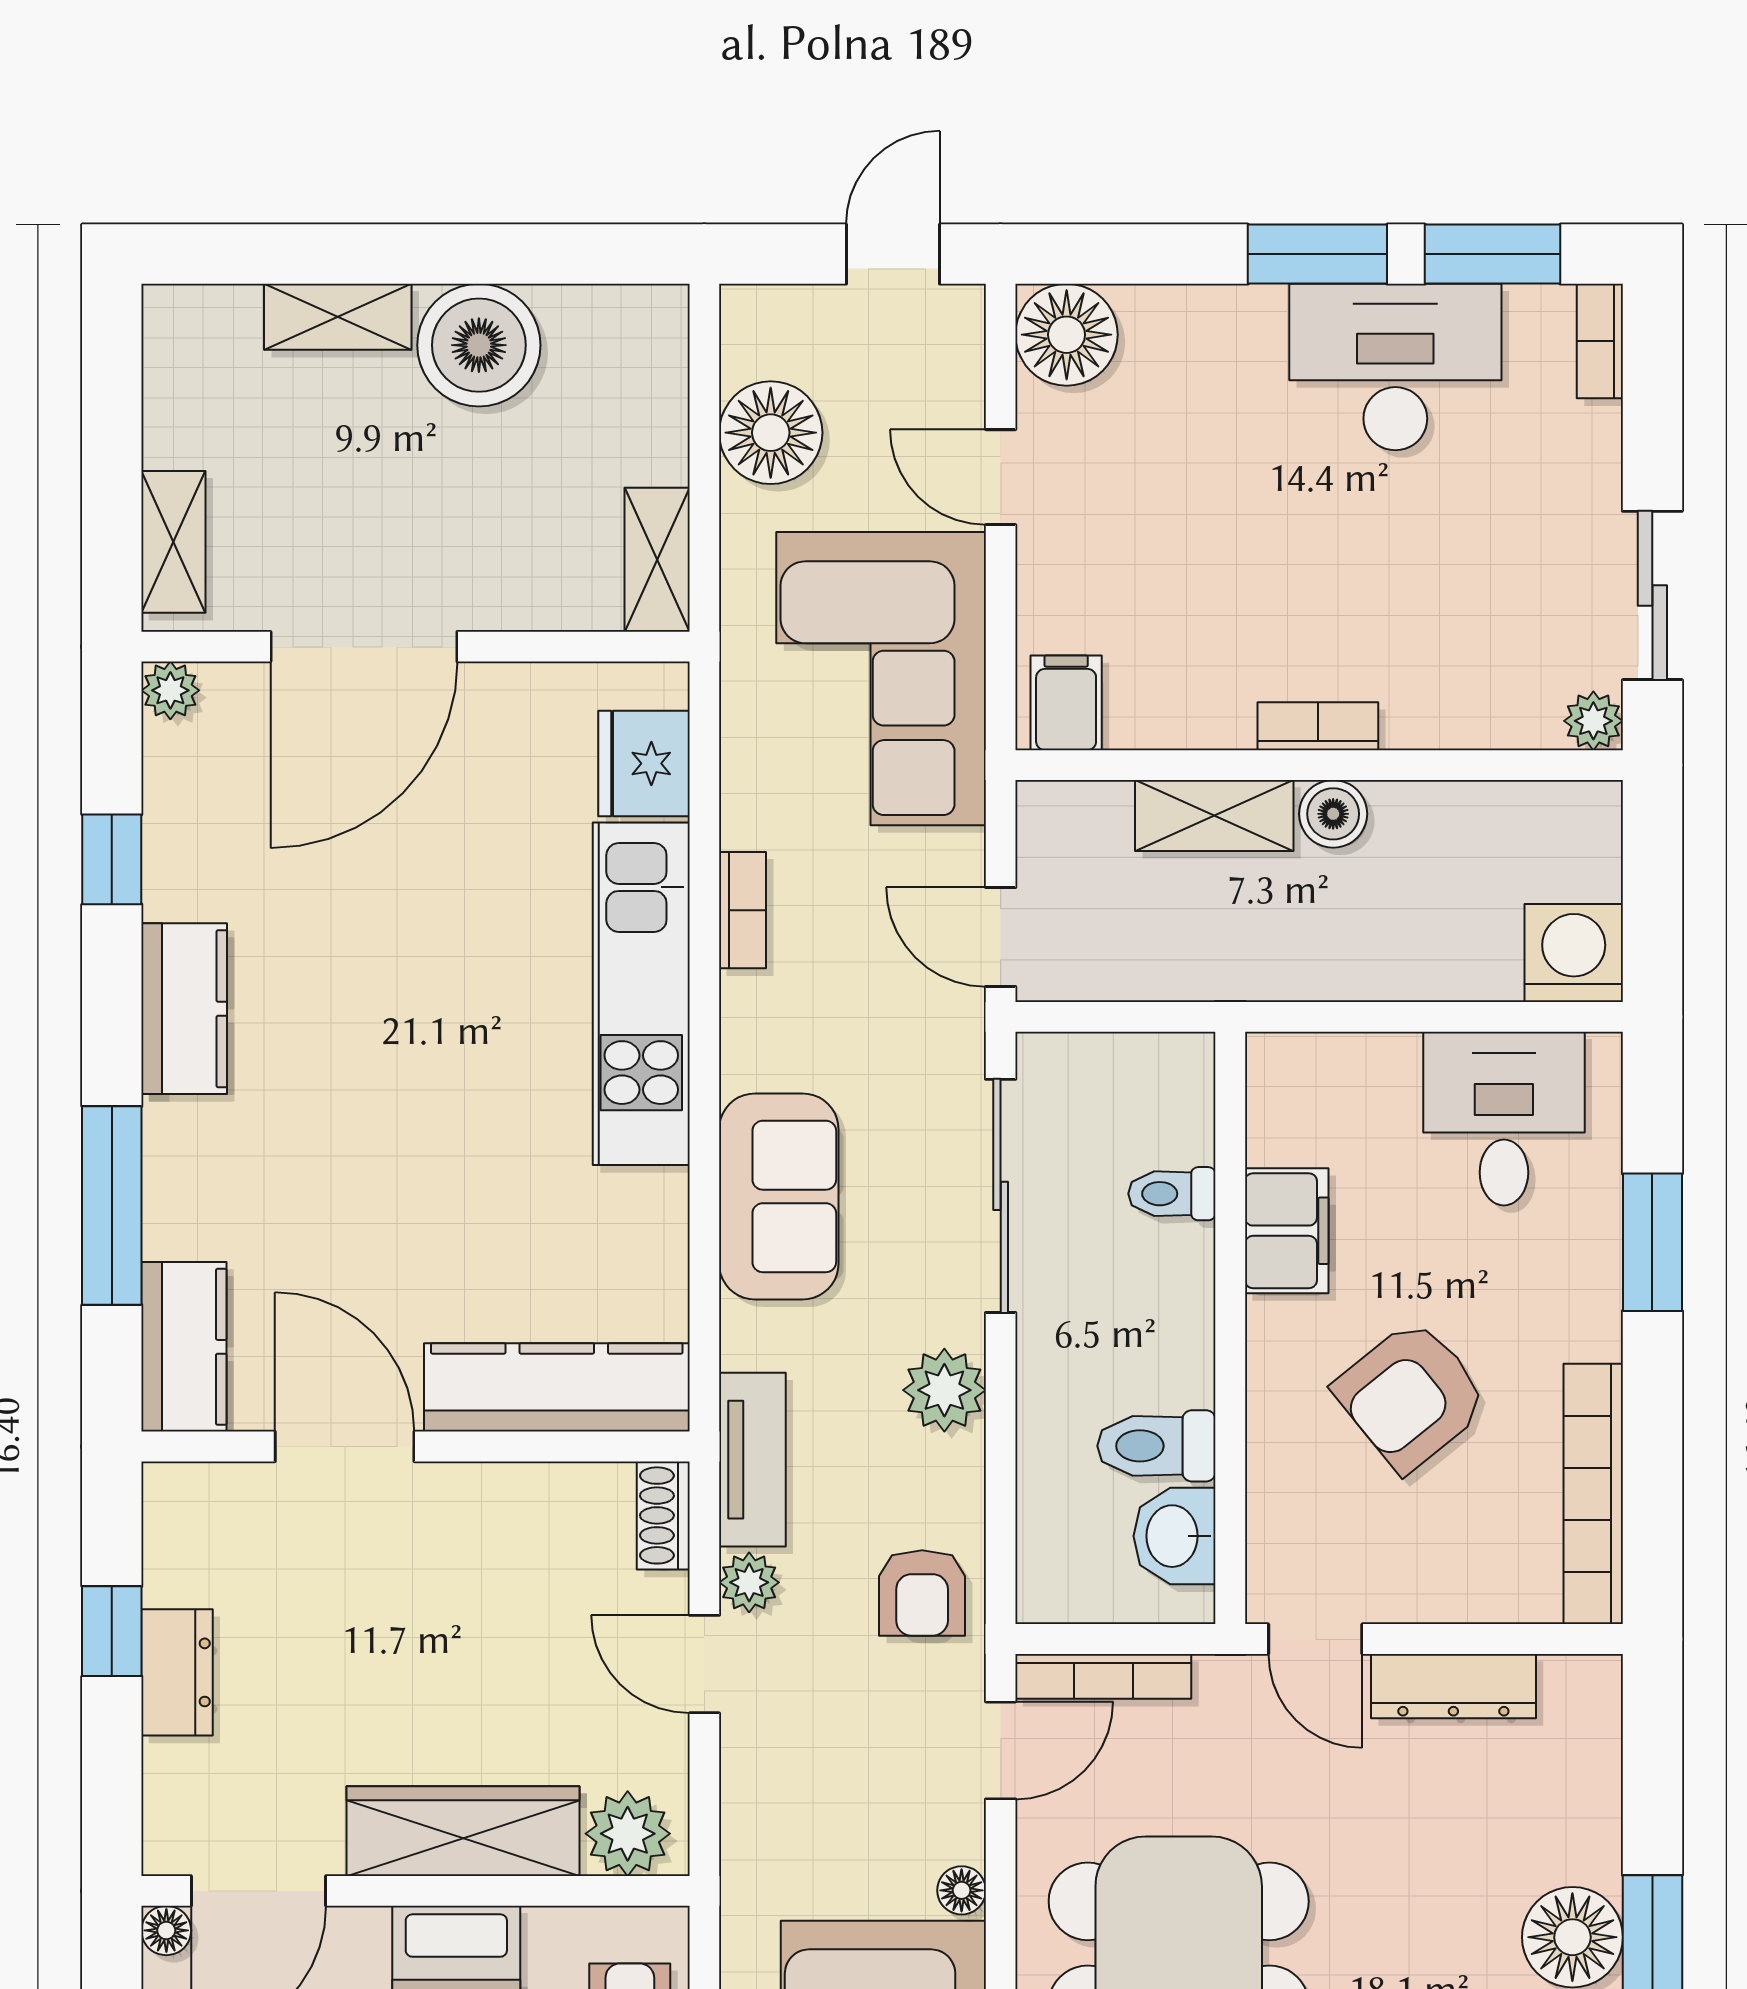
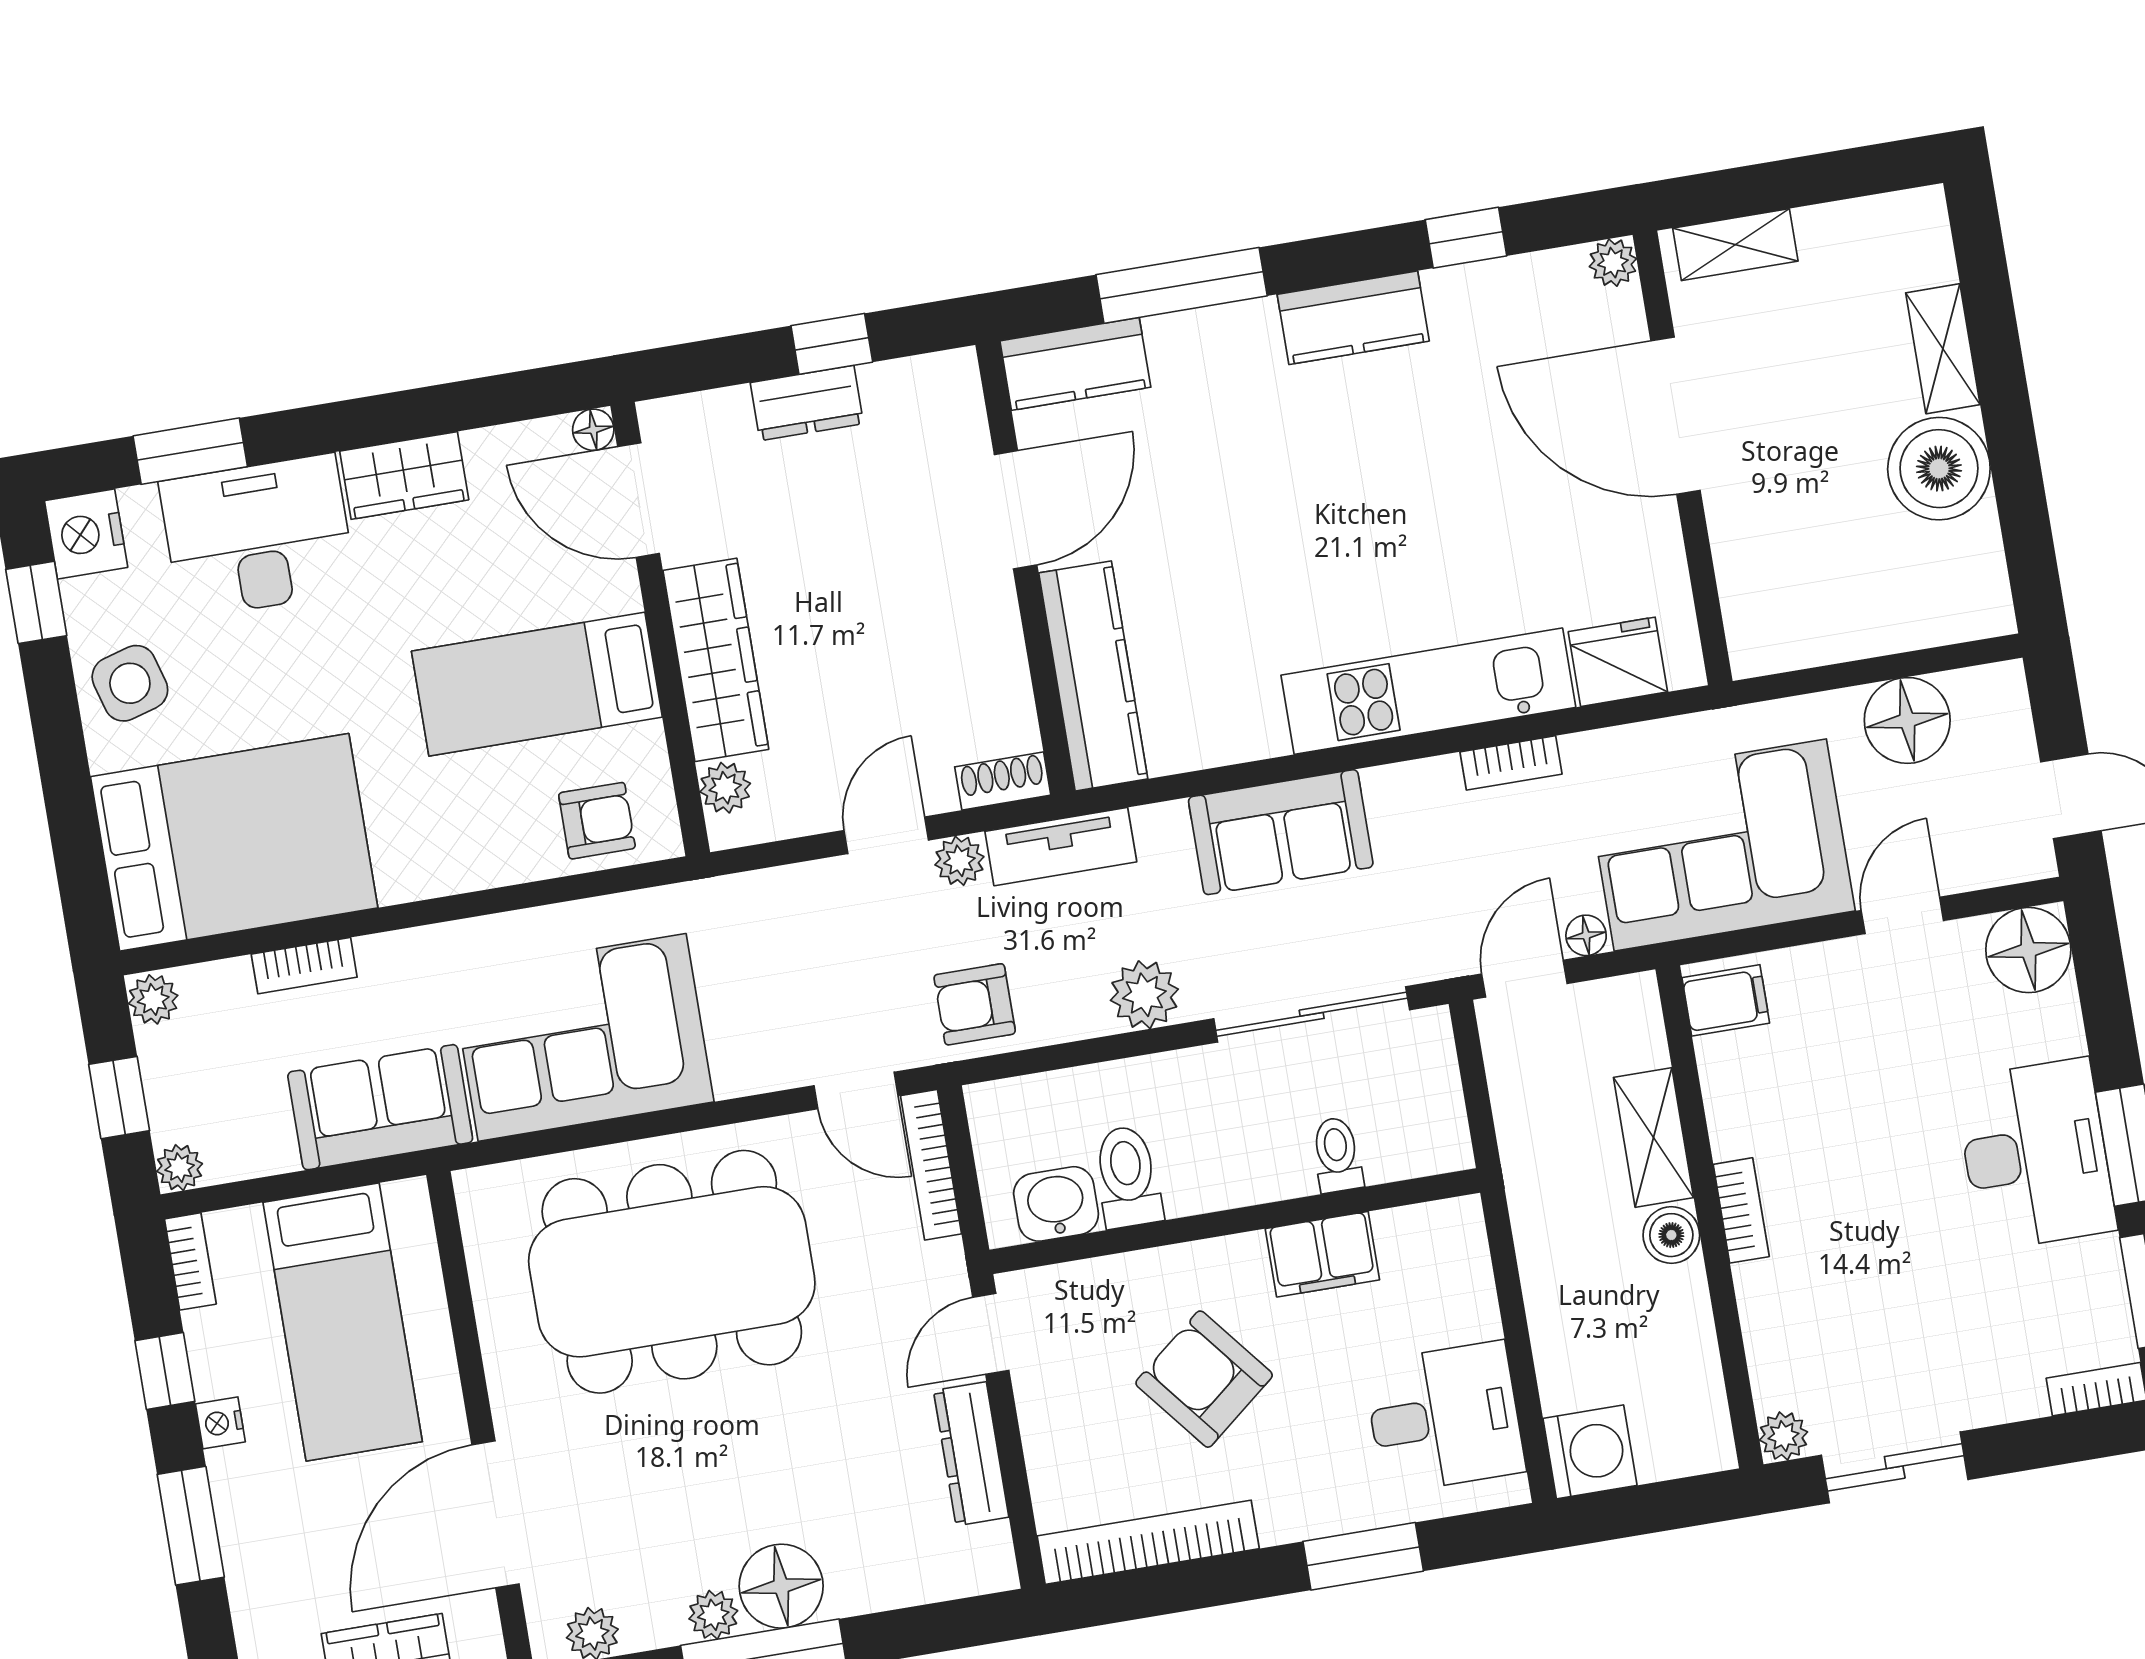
desk: (1395, 367) -> (2035, 1154), moved
shelving: (657, 560) -> (1787, 645), removed
plant: (628, 1834) -> (725, 788), width x0.73, depth x0.73
floor lamp: (962, 1890) -> (1586, 935), moved

